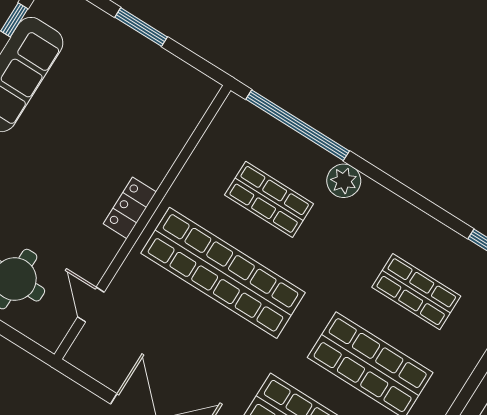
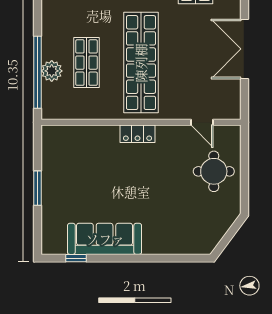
plant: (344, 181) -> (52, 71), moved
door: (91, 305) -> (202, 122), hinge flipped

